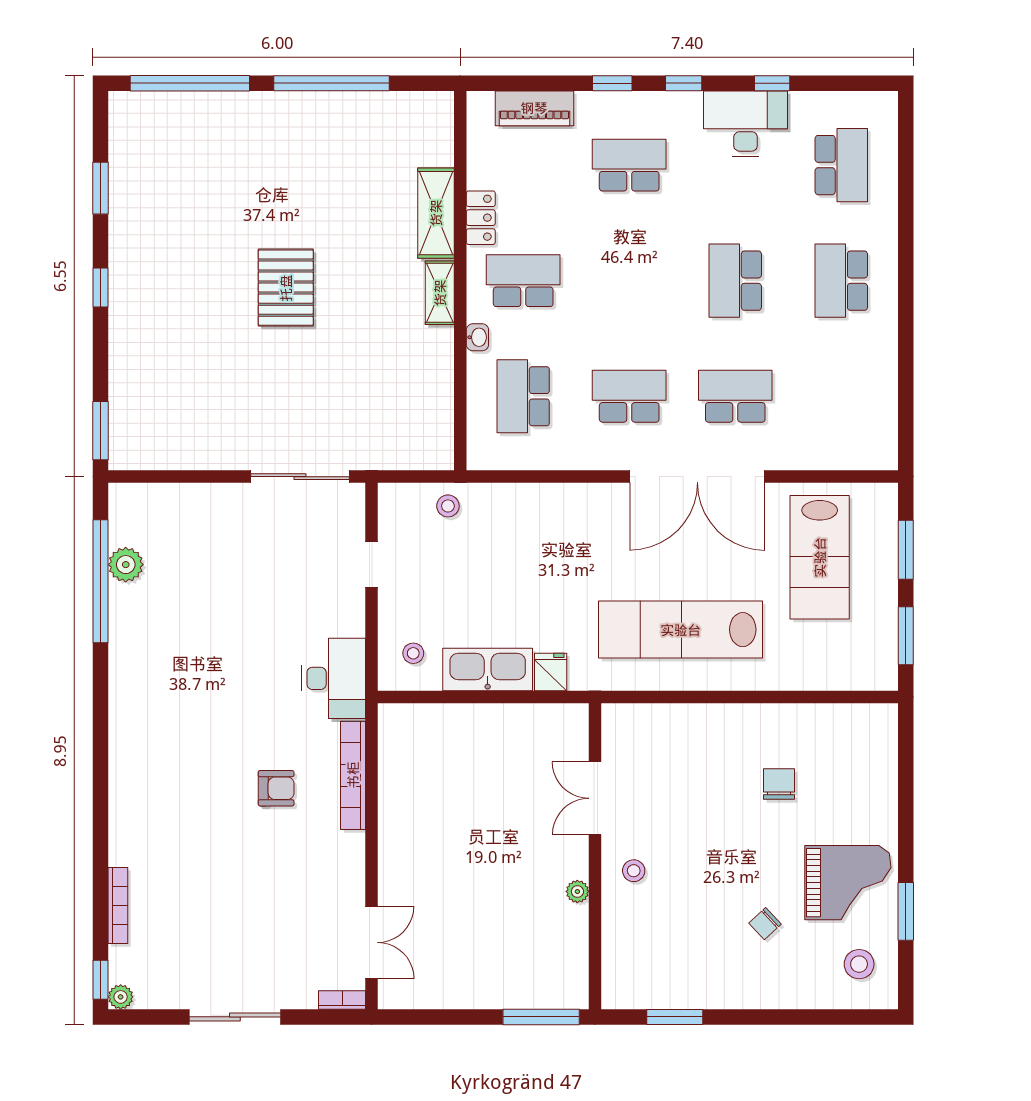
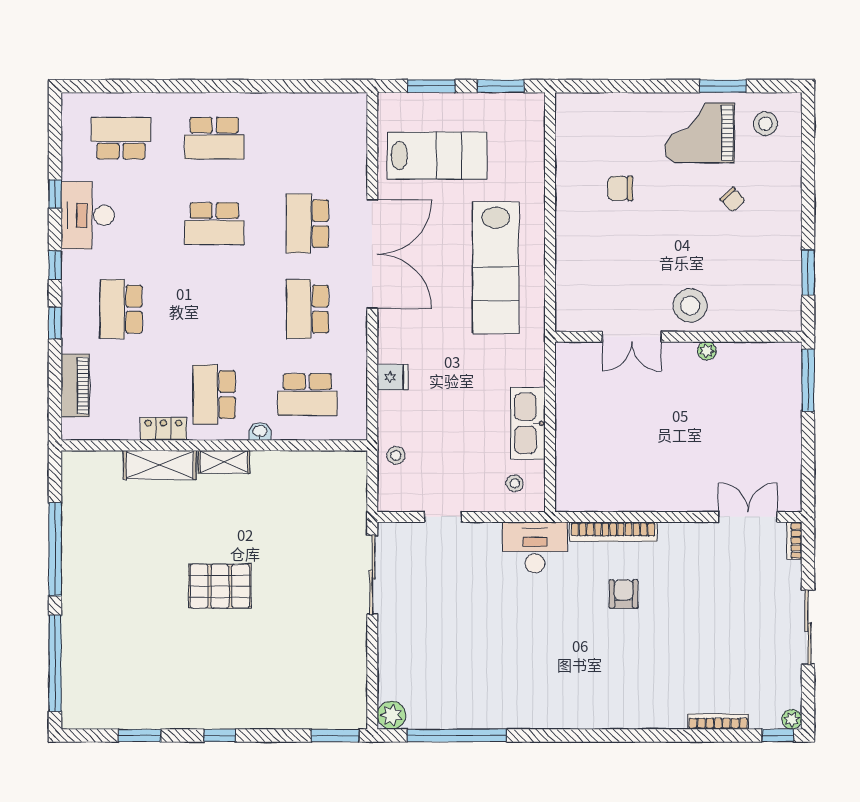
plant: (126, 565) -> (392, 715), moved
fridge: (551, 672) -> (392, 377), moved, turned 180
stool: (634, 871) -> (690, 306), width x1.89, depth x1.89
grand piano: (848, 883) -> (700, 133), turned -90

